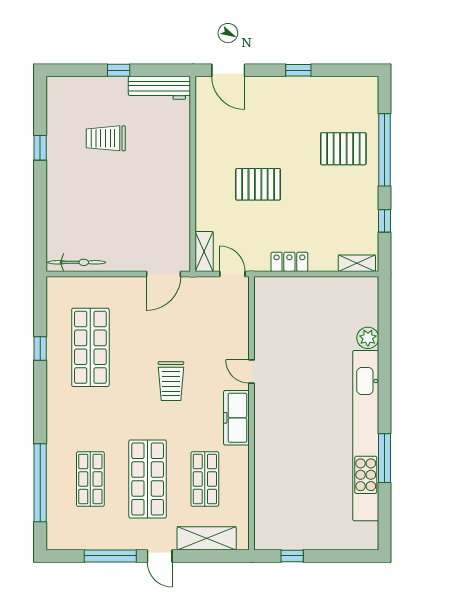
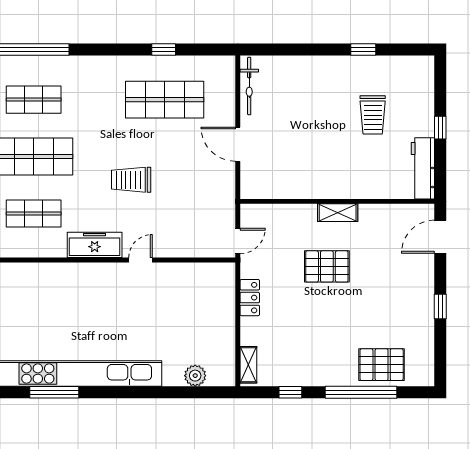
trolley: (106, 138) -> (373, 115), turned 180
pallet: (343, 149) -> (382, 365), moved, turned 90
pallet: (258, 184) -> (327, 266), turned 90
shelving: (204, 251) -> (338, 213), moved
door: (164, 274) -> (238, 144), moved
plant: (368, 338) -> (195, 376), moved

